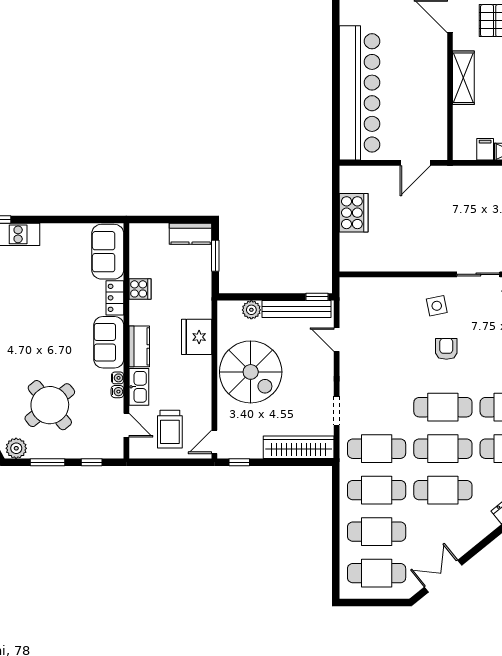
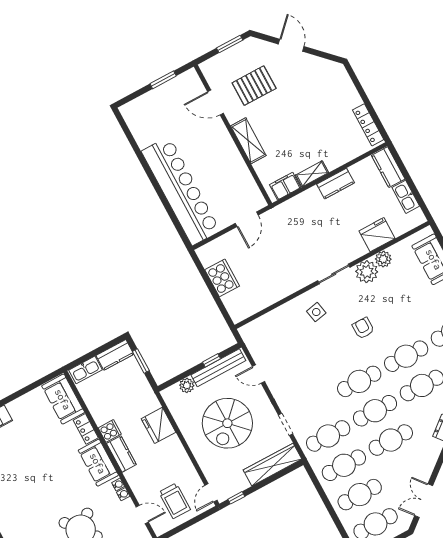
filing cabinet: (485, 149) -> (285, 186), width x2.00
cooker: (140, 289) -> (110, 431), moved
window: (317, 297) -> (212, 360), moved
armchair: (446, 349) -> (363, 328), moved
spiral stairs: (251, 372) -> (227, 423), moved, turned 90
kitchen sink: (139, 387) -> (85, 370), moved, turned 90

